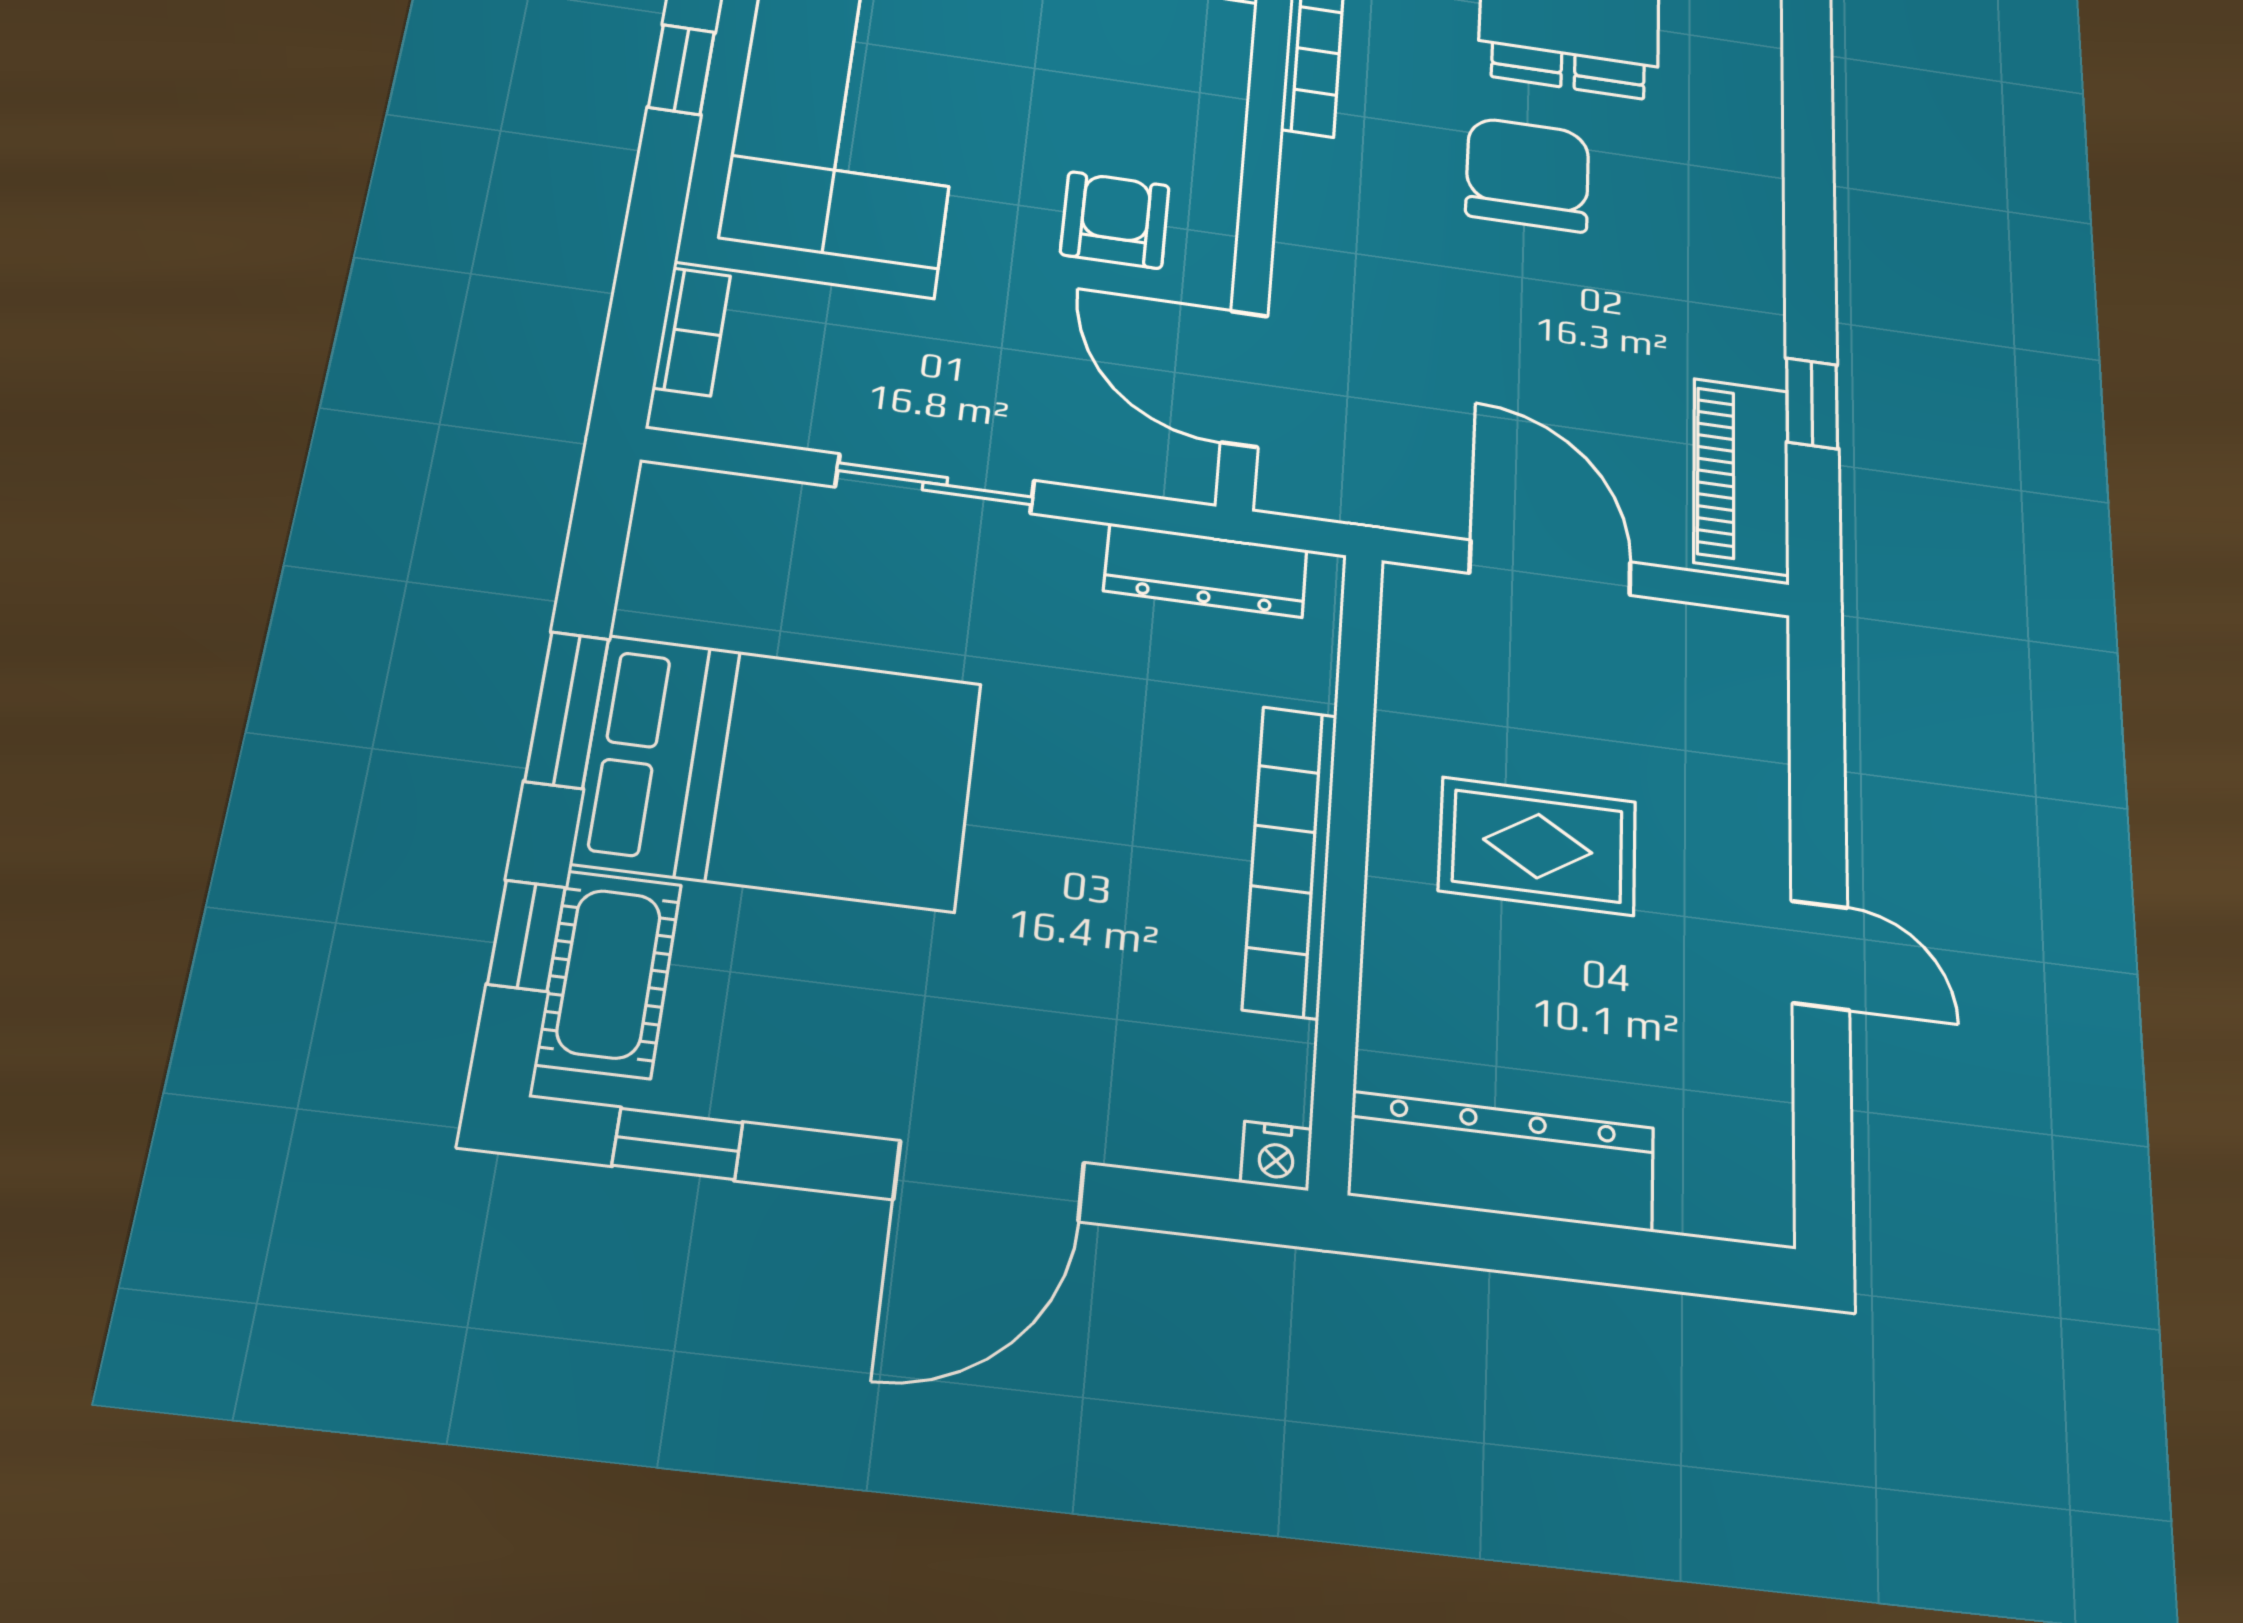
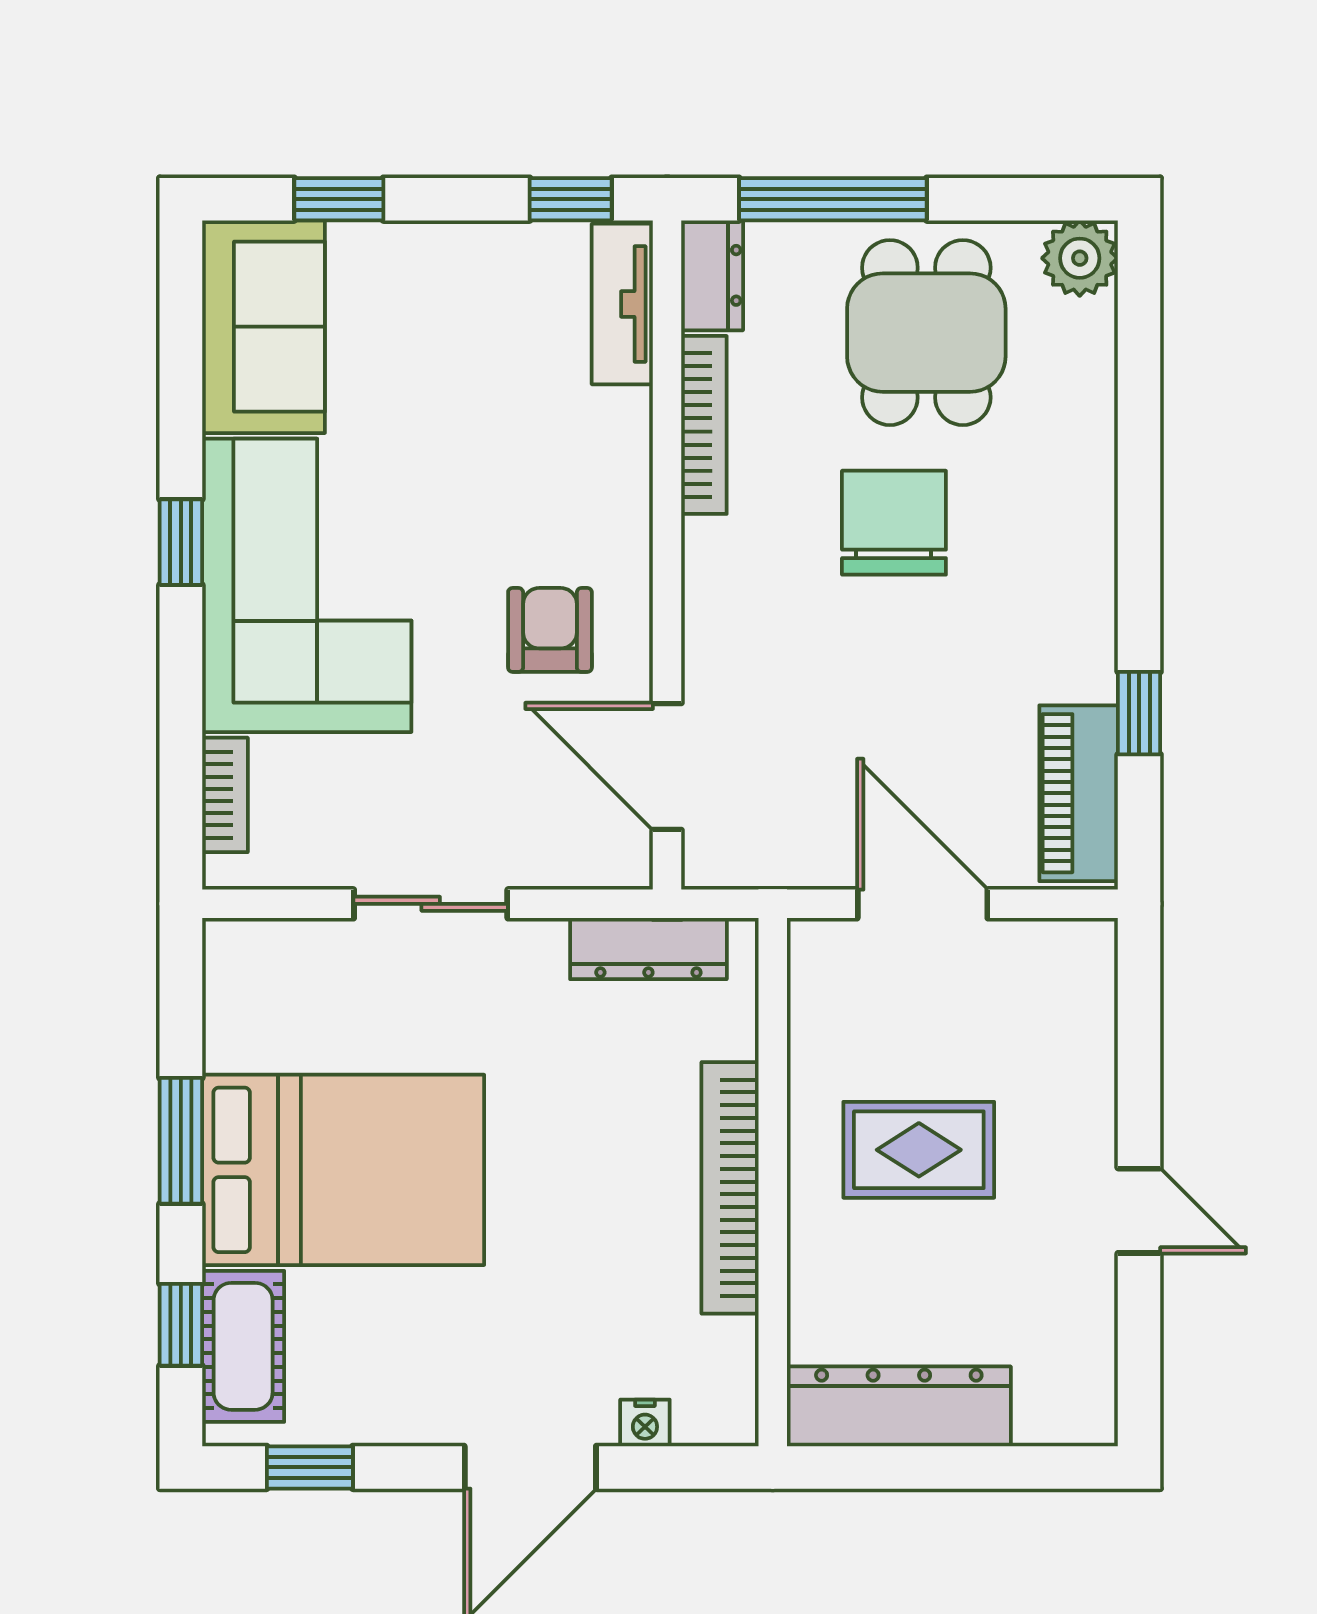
nightstand: (1276, 1156) -> (645, 1423), moved

